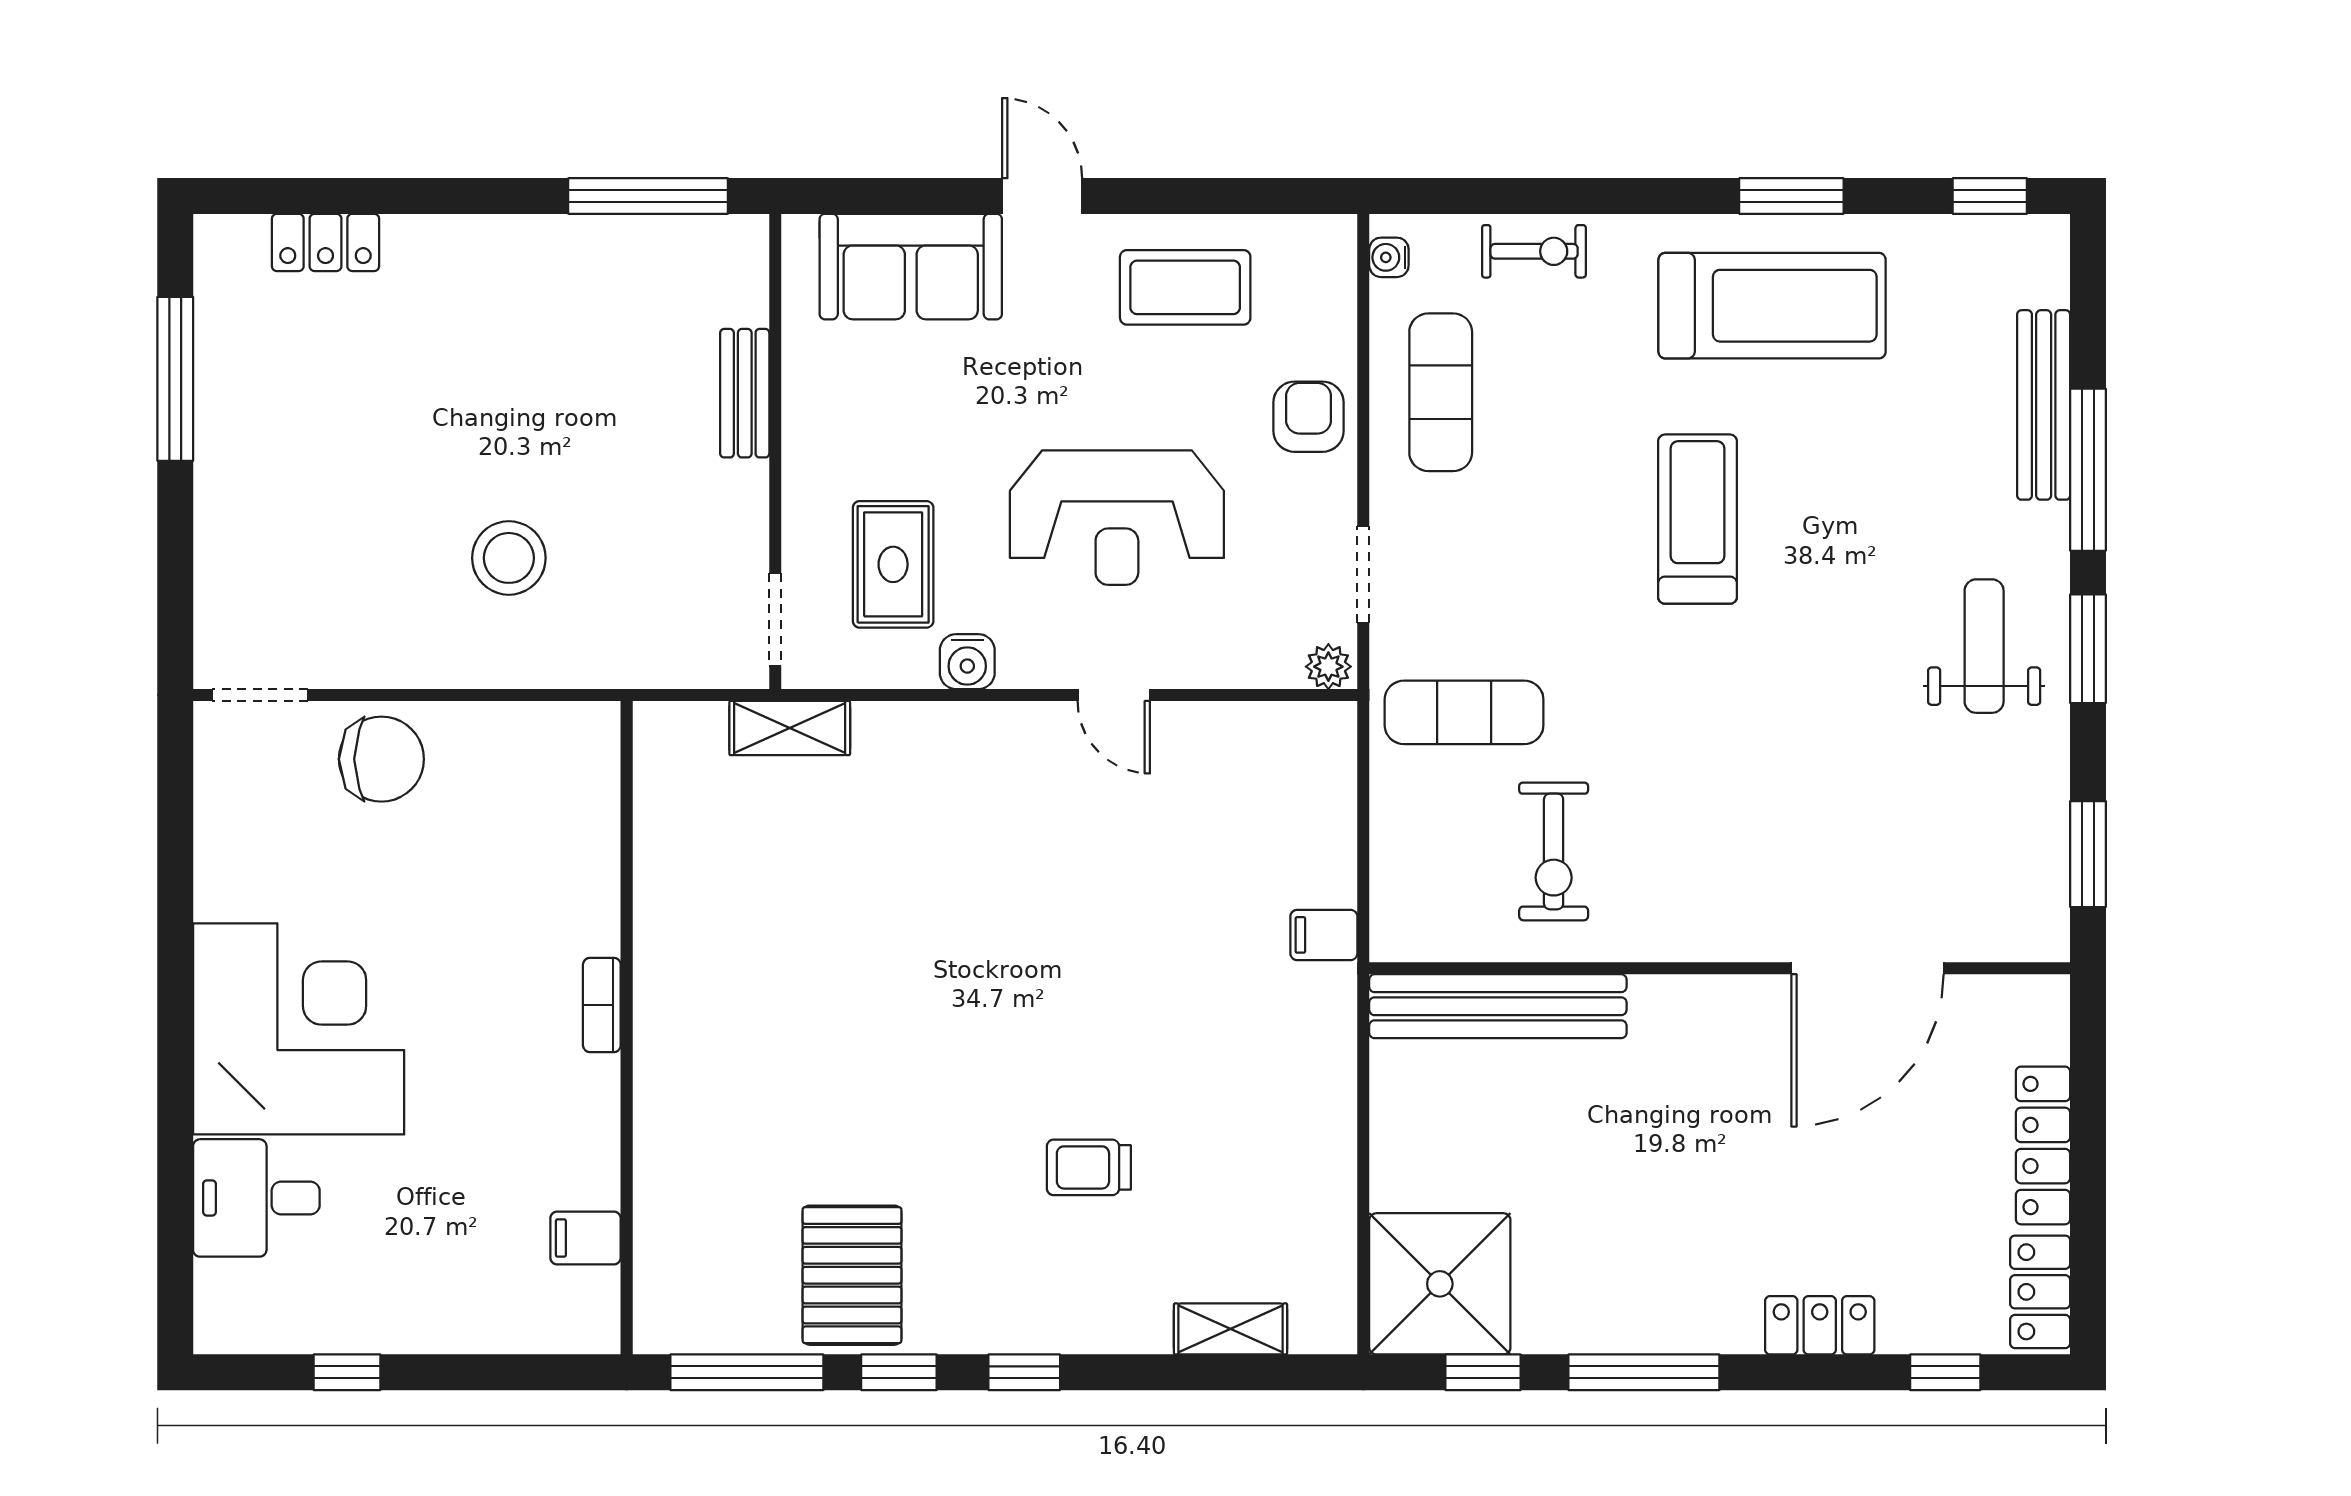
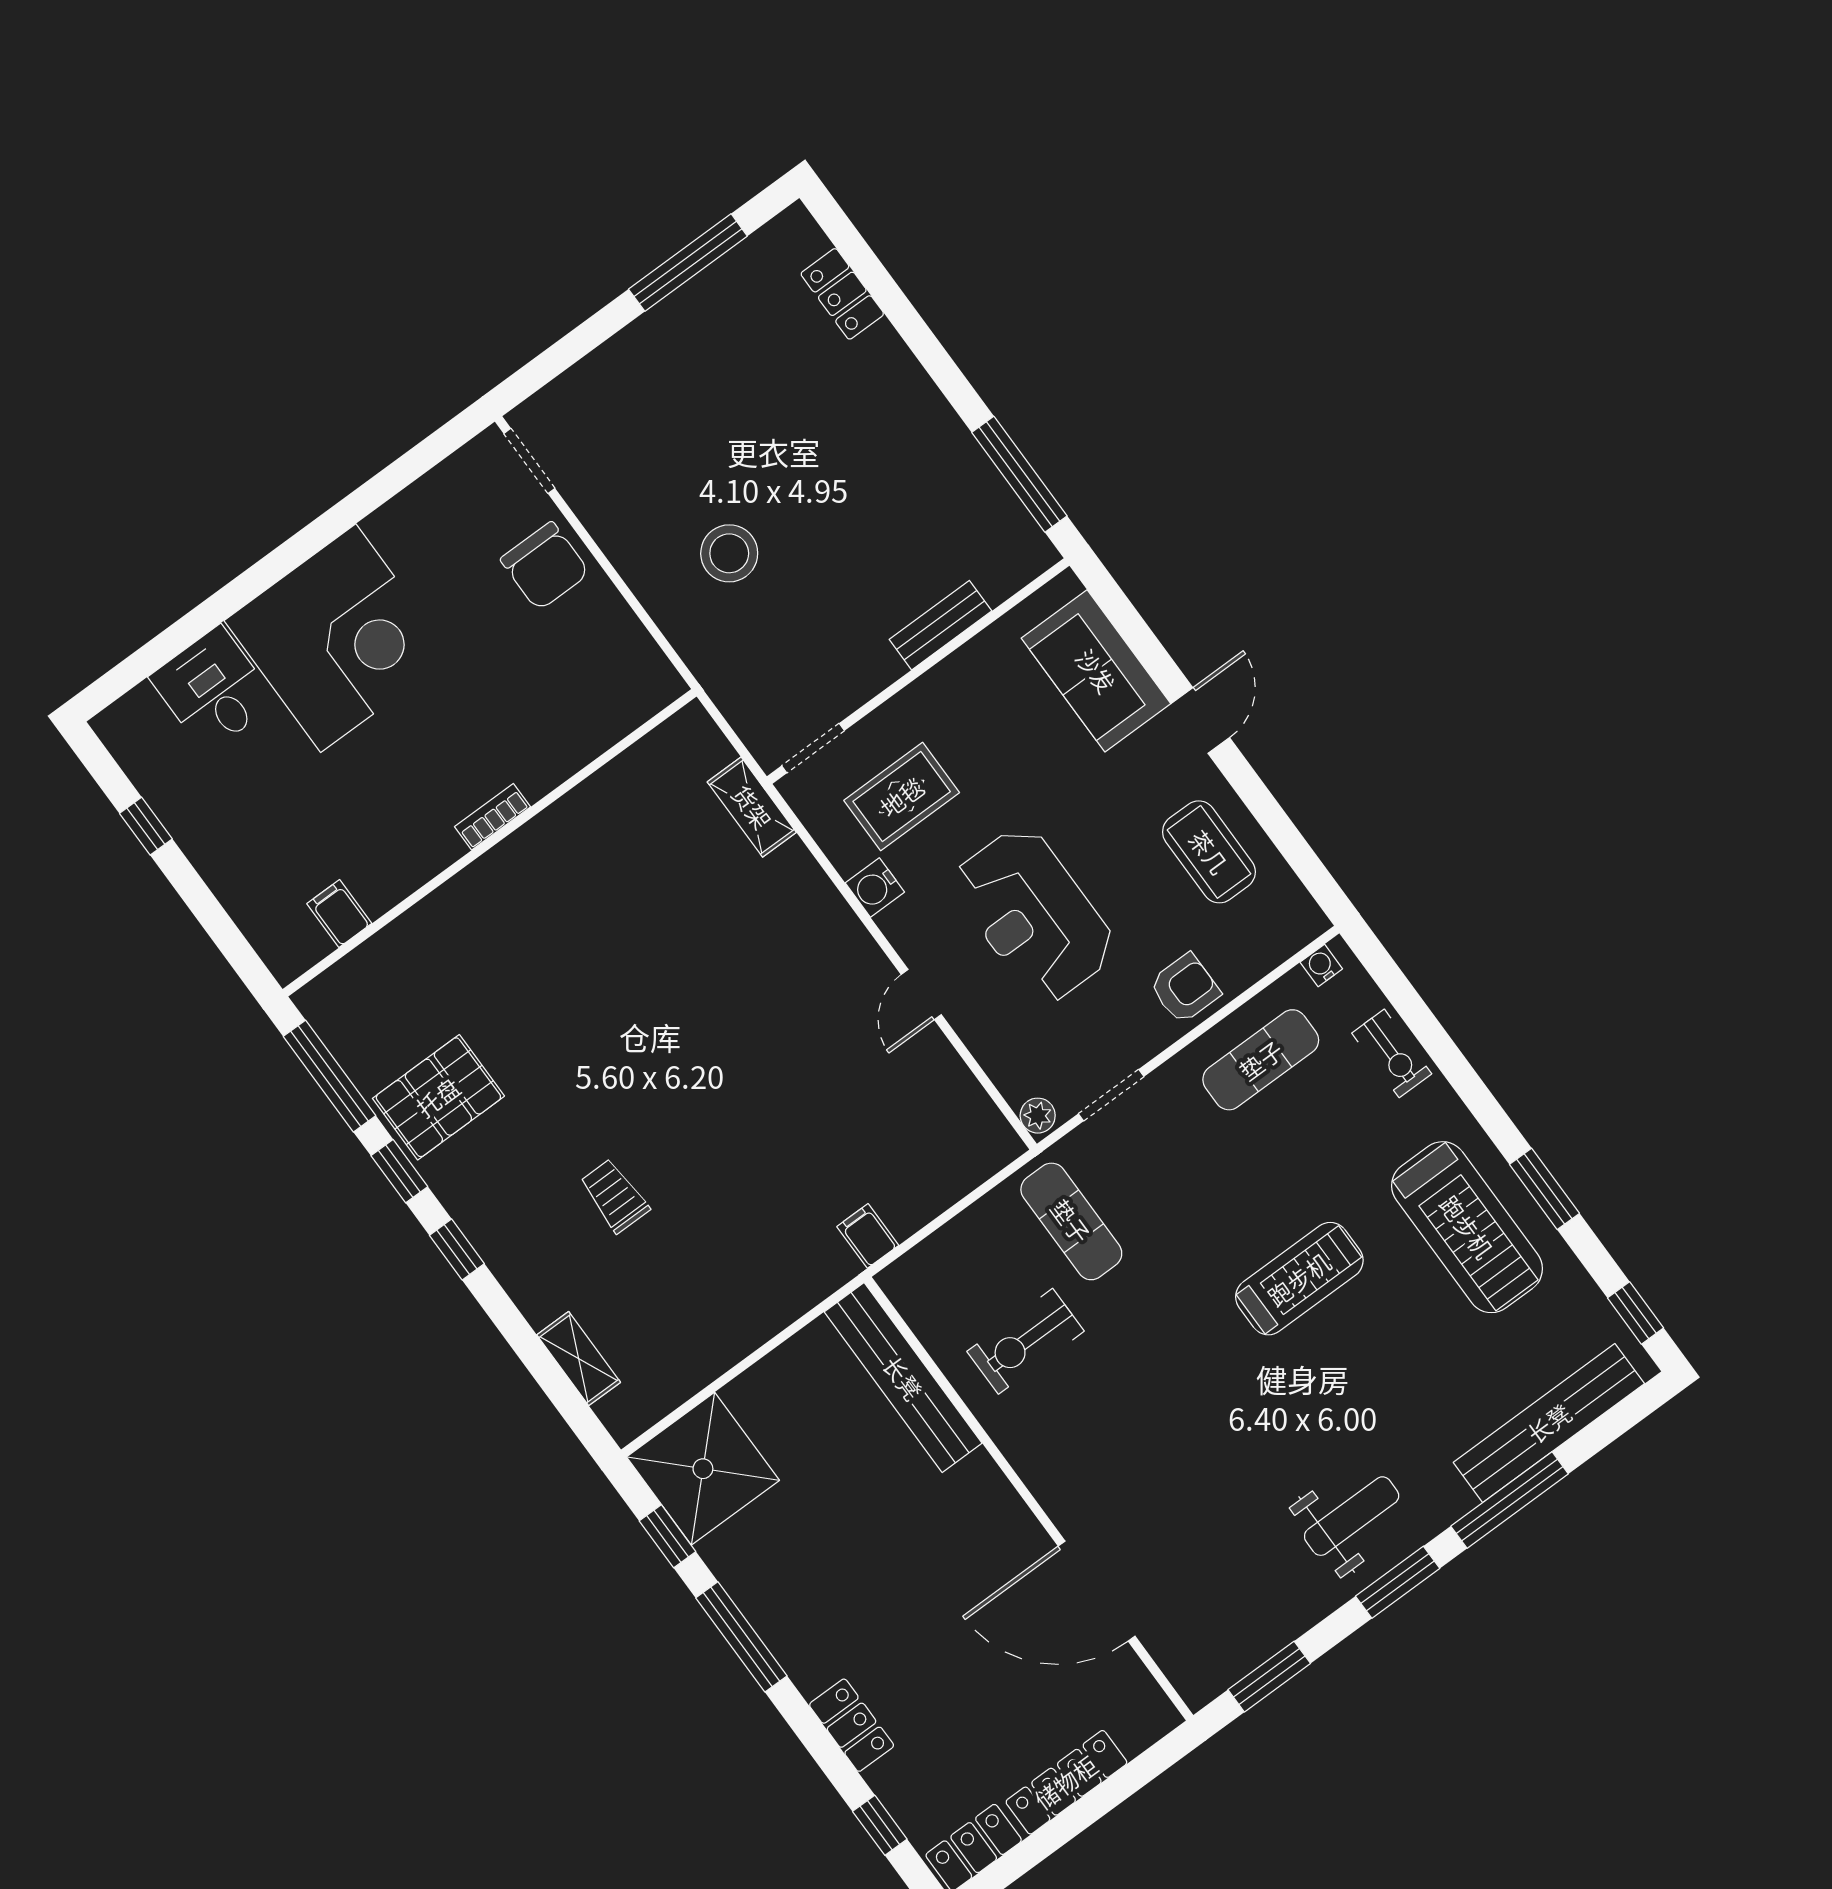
bench: (2044, 405) -> (1549, 1423), width x1.37, depth x1.21

